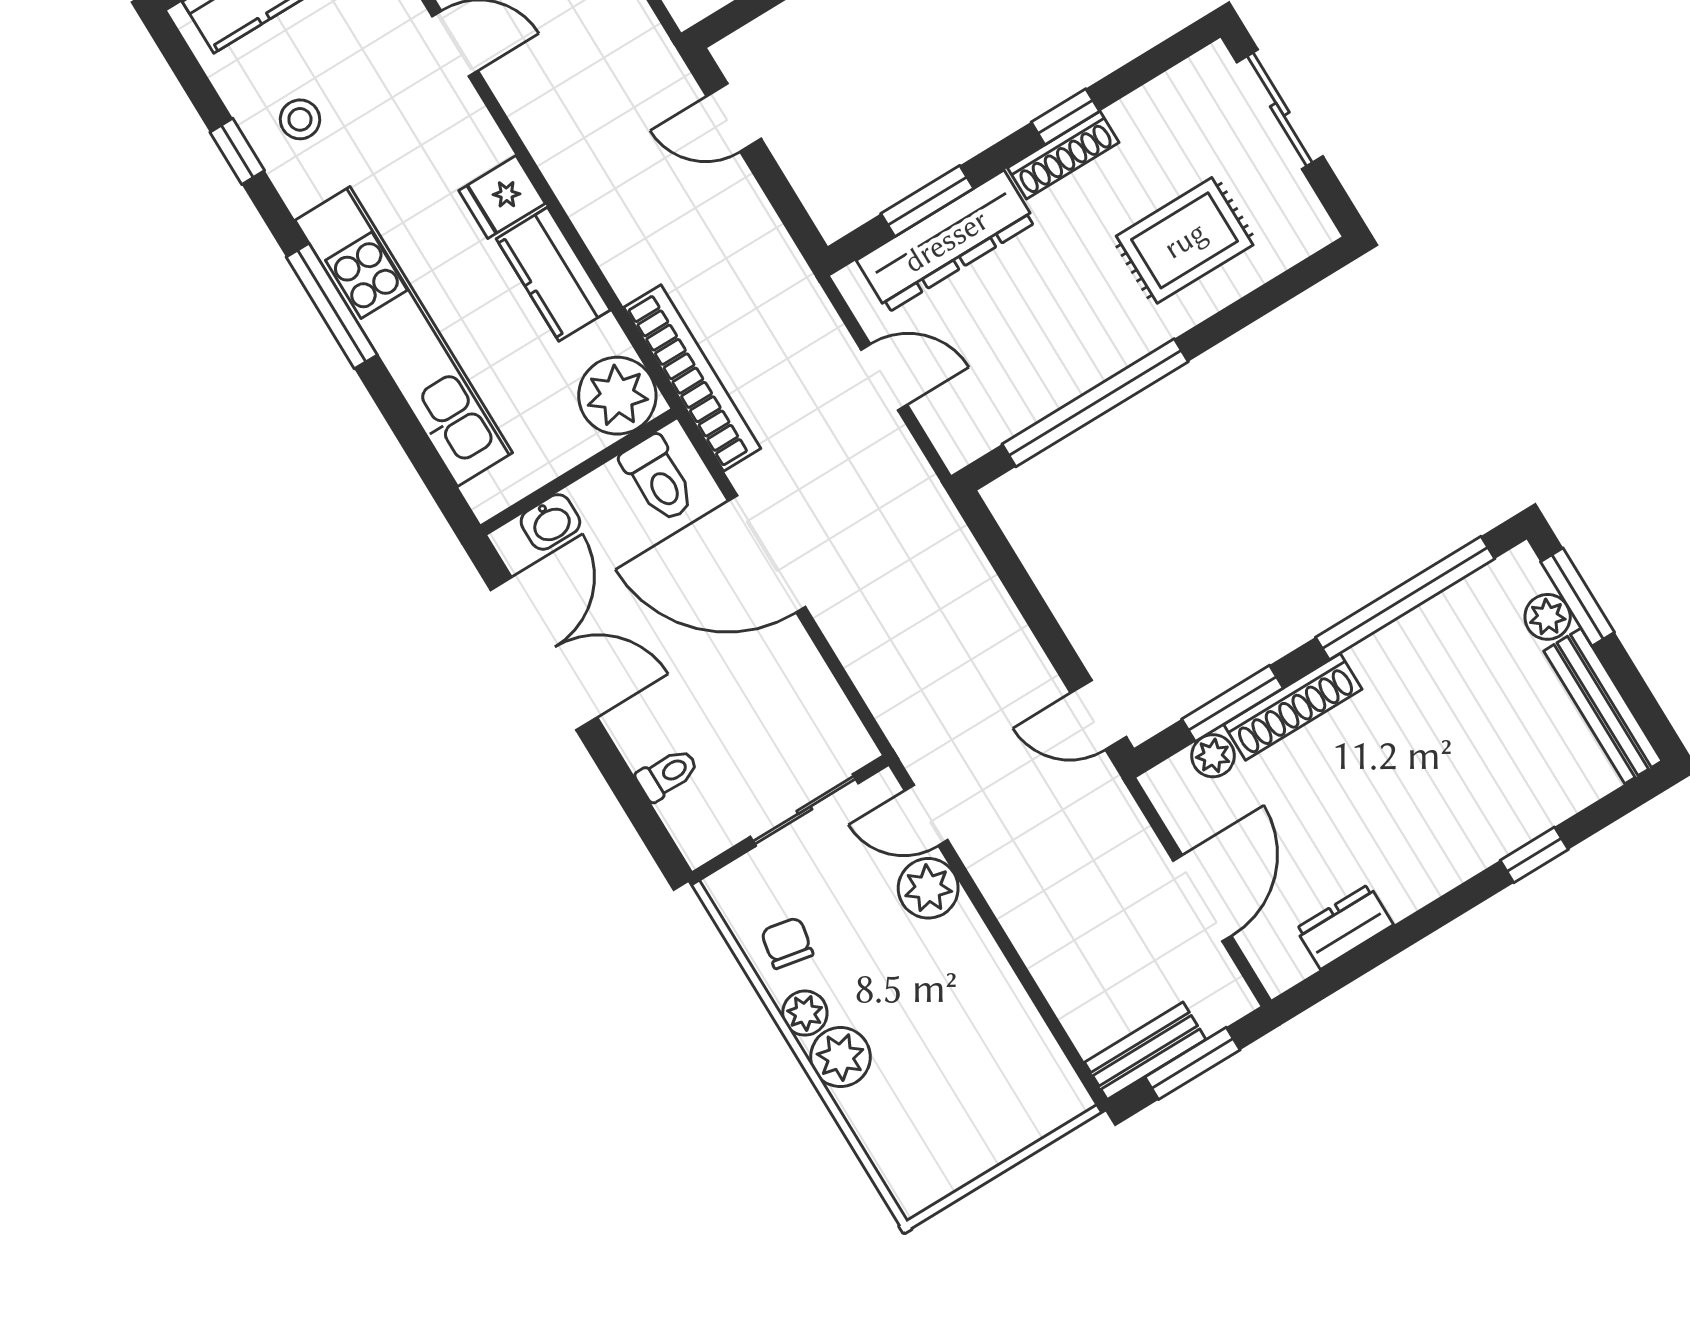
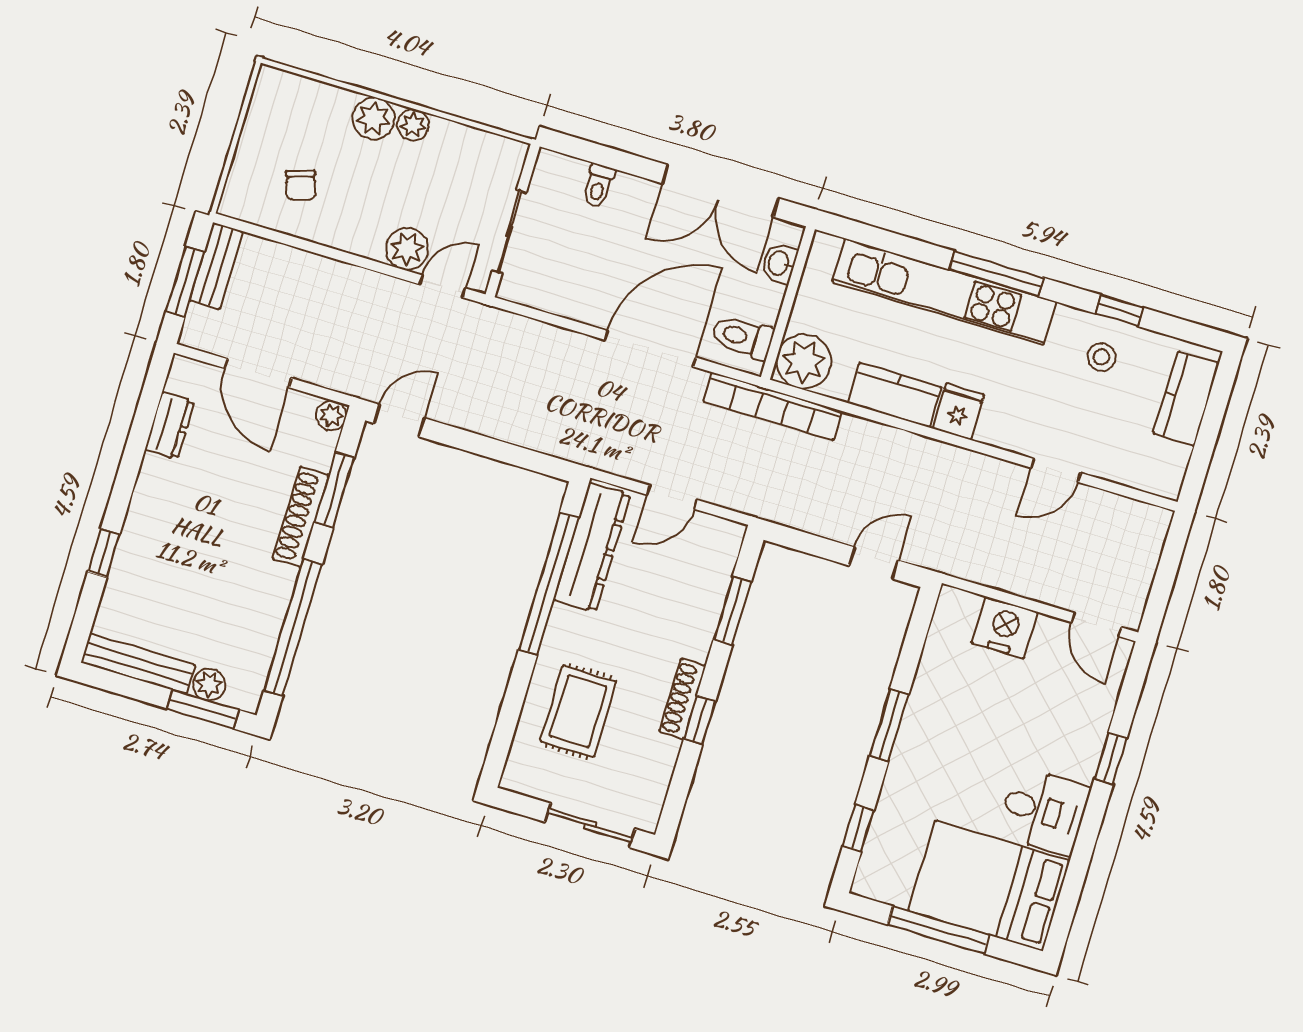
dresser: (946, 241) -> (592, 547), moved, turned 180
plant: (1213, 756) -> (331, 415), moved
chair: (787, 943) -> (301, 185), moved, turned 61

